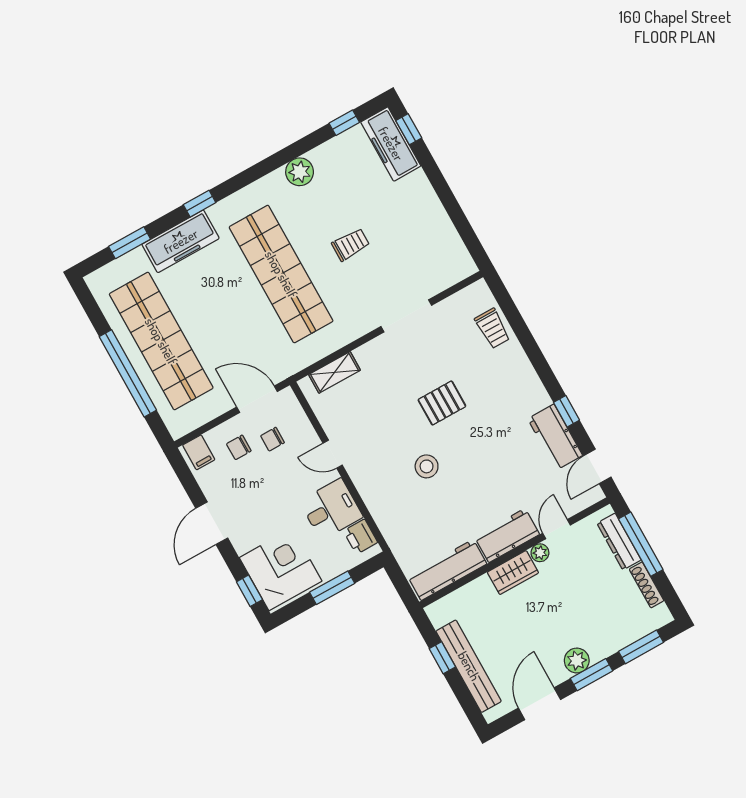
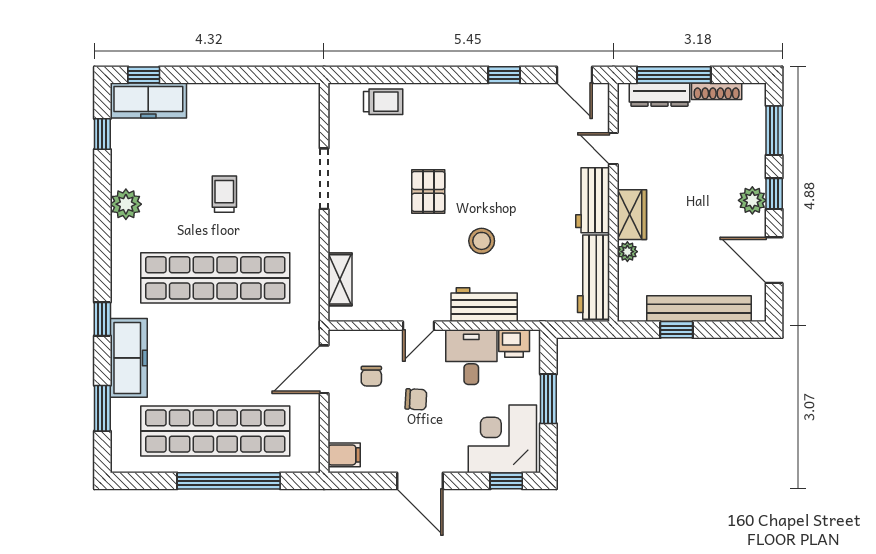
workbench: (555, 437) -> (484, 305), moved, turned 180
chair: (239, 447) -> (416, 399), moved, turned -87
plant: (540, 553) -> (627, 252), moved
window: (592, 675) -> (774, 194), width x0.67

